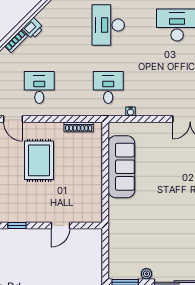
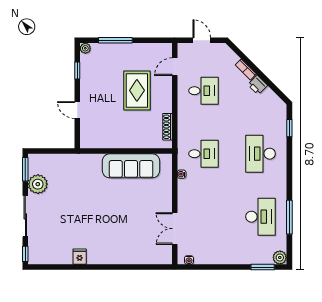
desk: (108, 25) -> (261, 154), turned -90
rug: (39, 160) -> (137, 90), turned 90
plant: (146, 274) -> (38, 184), width x1.88, depth x1.88

